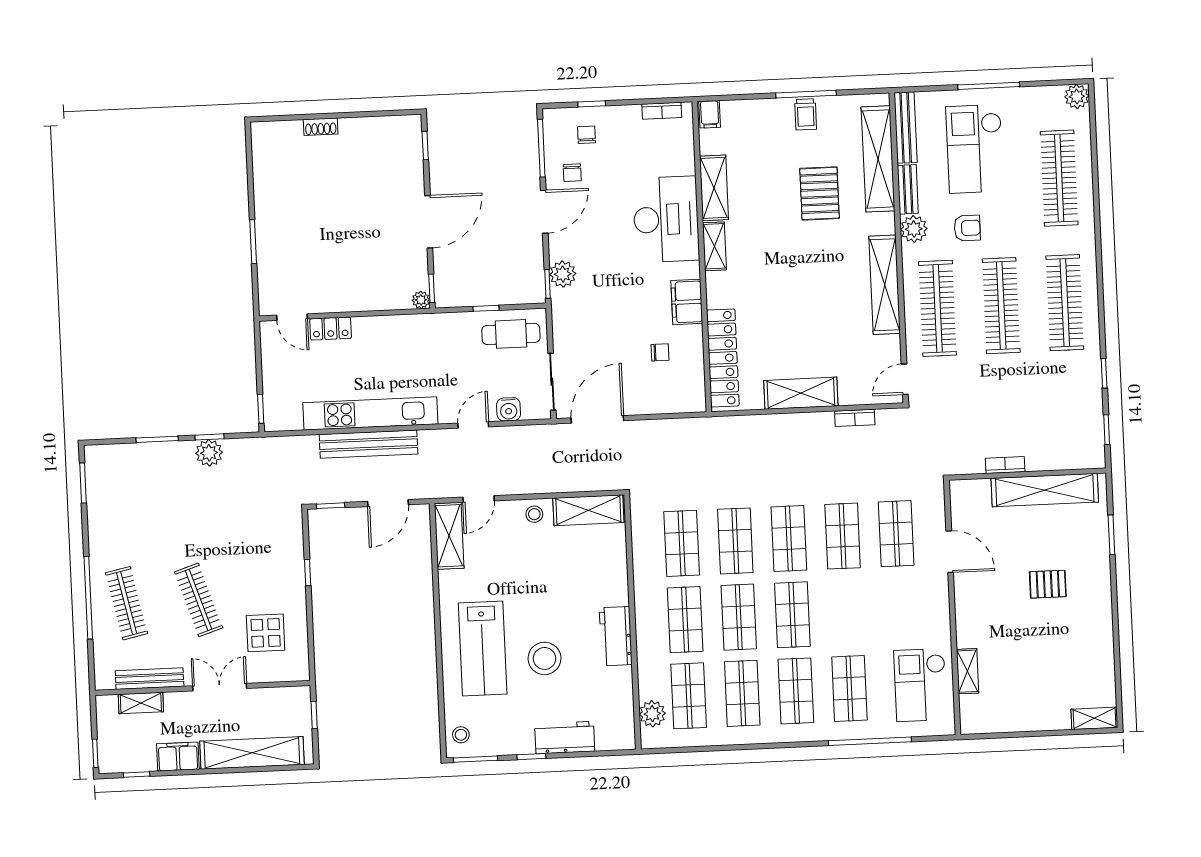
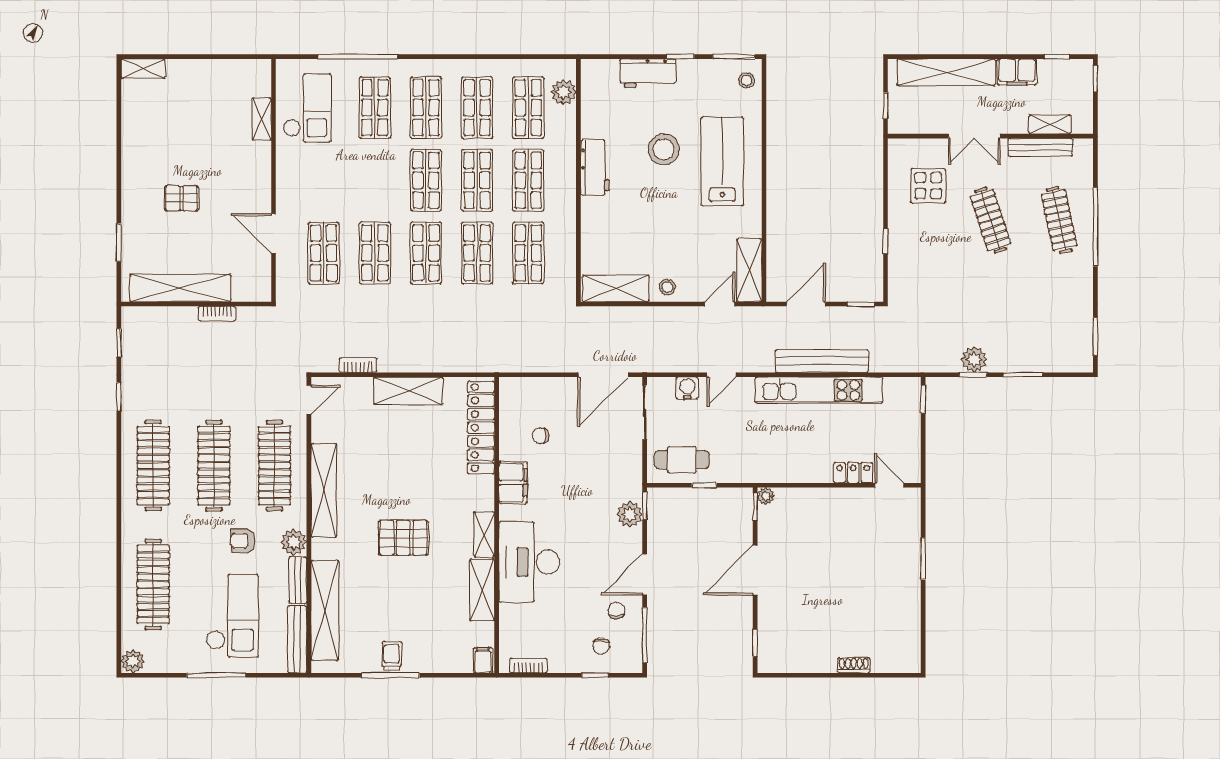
pallet: (820, 193) -> (403, 538), moved, turned 90

